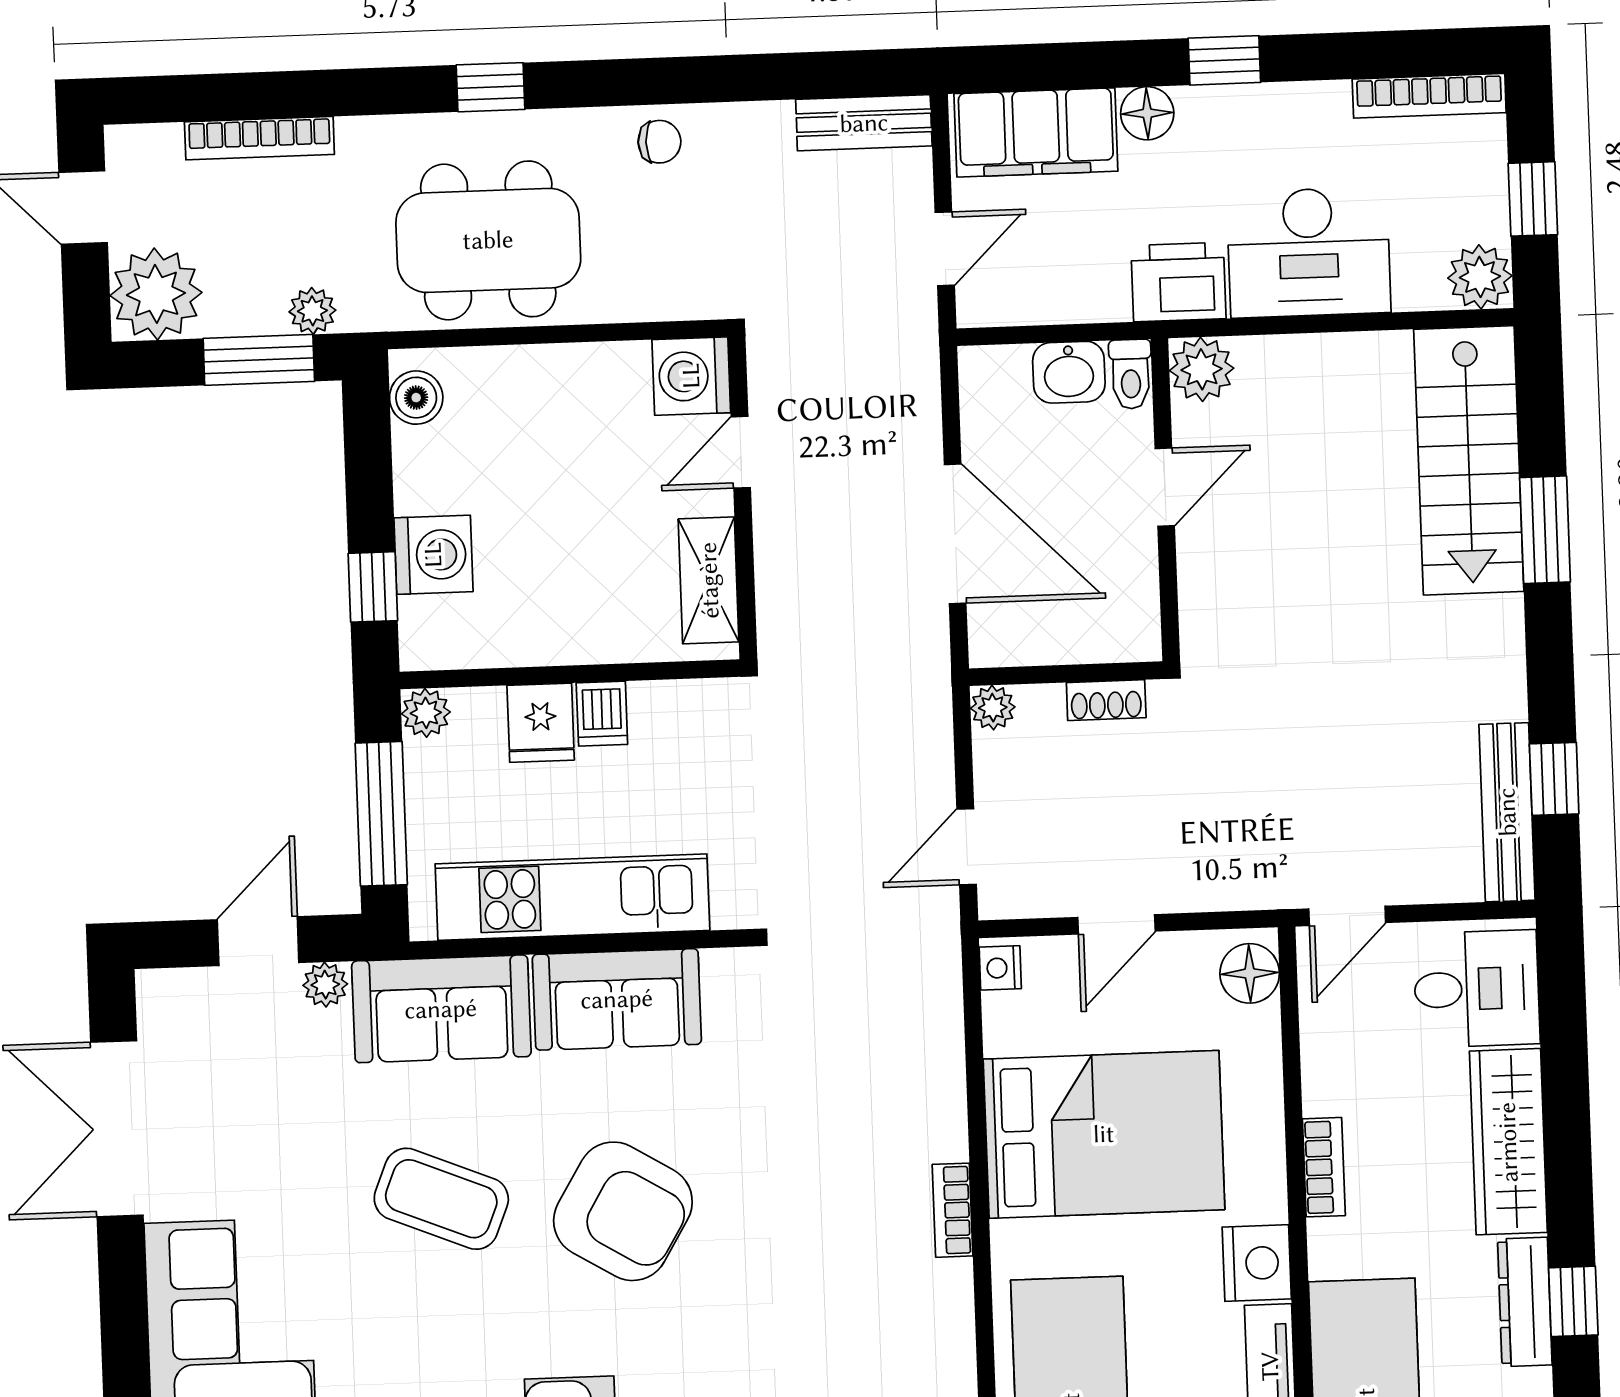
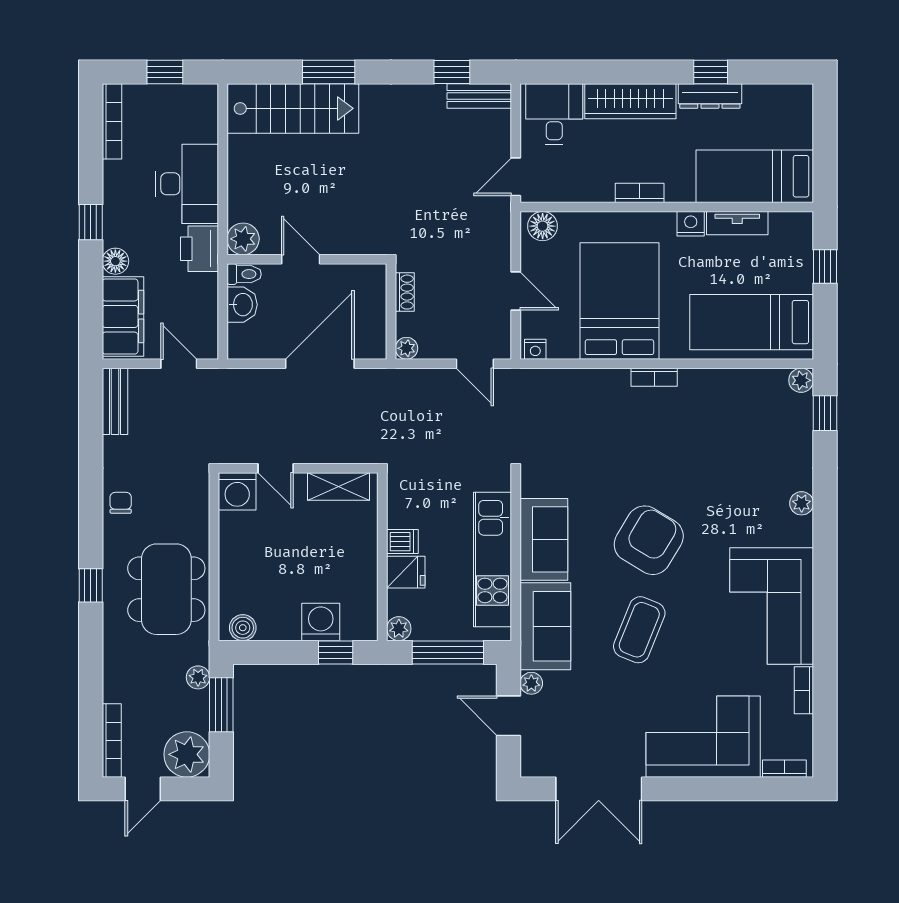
bookcase: (259, 138) -> (112, 740), moved
plant: (1480, 277) -> (202, 100), removed
bench: (1507, 812) -> (479, 96), width x0.73
door: (1347, 916) -> (516, 177), swing flipped
nightstand: (1257, 1263) -> (691, 224), width x0.74, depth x0.75

